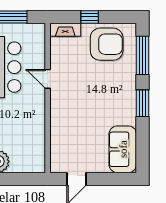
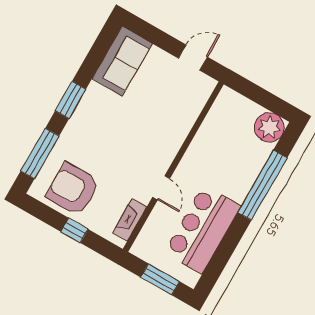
fireplace: (65, 30) -> (130, 220), moved, turned -90

